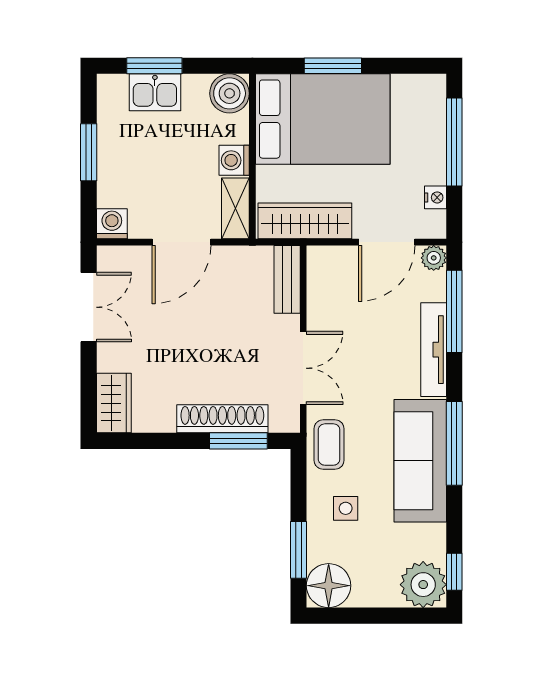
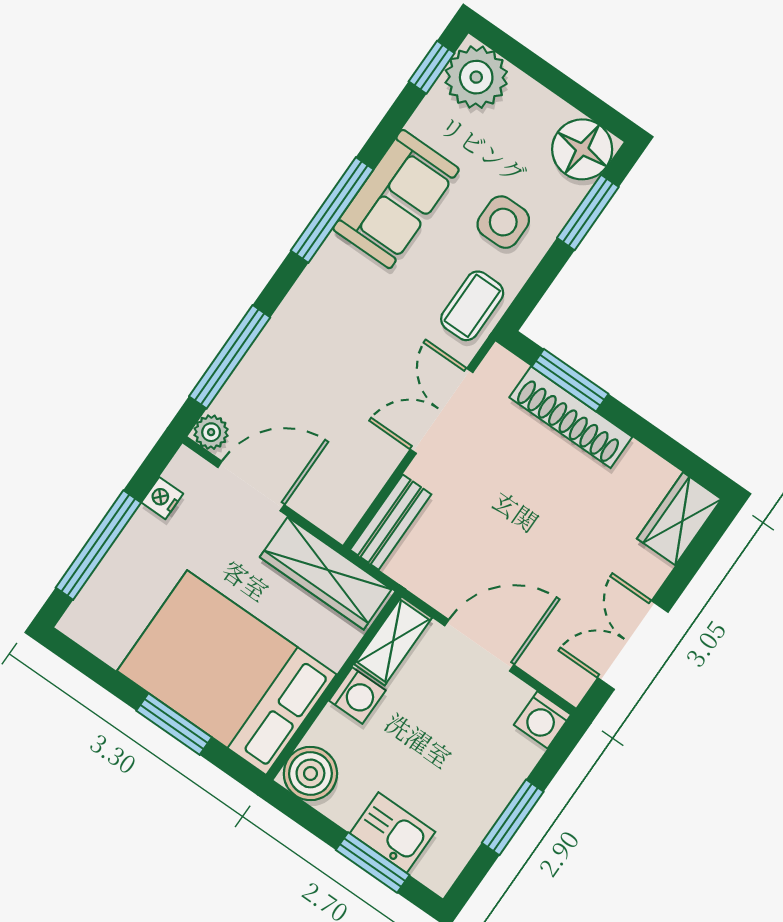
tv unit: (434, 350) -> (282, 330), removed
sofa: (420, 461) -> (396, 199), width x0.73
side table: (346, 508) -> (503, 222), width x1.37, depth x1.37

